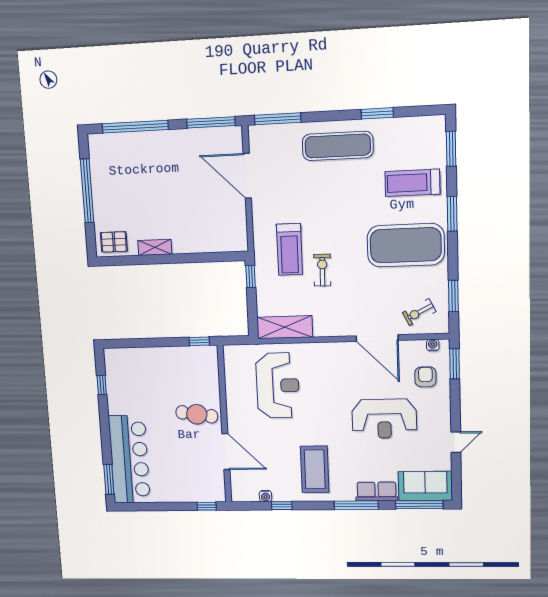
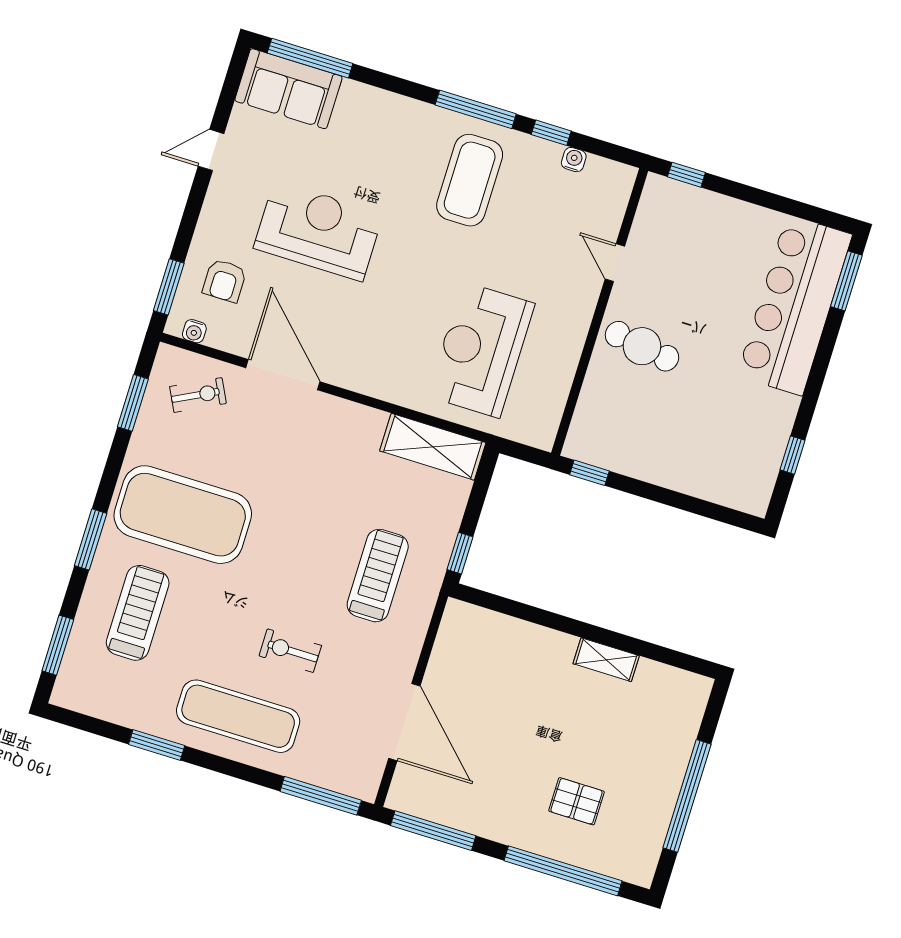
treadmill: (412, 183) -> (138, 613), turned -90
pallet: (114, 242) -> (576, 801), moved
exercise bike: (322, 270) -> (290, 651), moved, turned 89
door: (226, 452) -> (615, 263), width x0.53
row of seats: (377, 492) -> (376, 106), removed
window: (356, 505) -> (476, 109), moved

